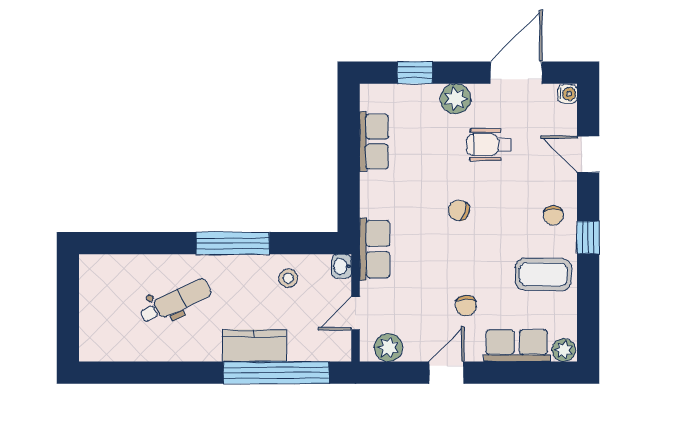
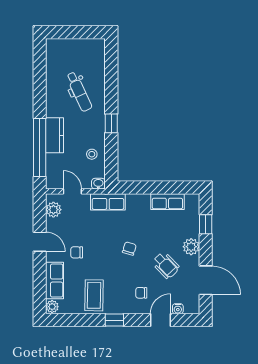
water cooler: (568, 94) -> (178, 309), moved
wheelchair: (489, 145) -> (166, 265), turned 136
chair: (553, 215) -> (141, 293), moved
window: (233, 243) -> (111, 123), width x0.46

